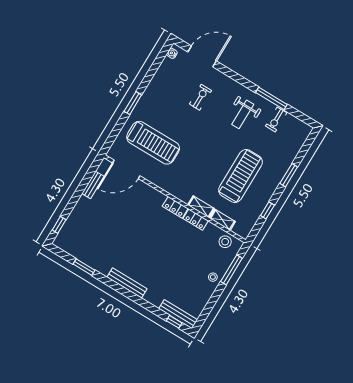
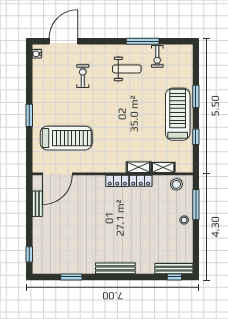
weight bench: (243, 114) -> (127, 69), turned -90
treadmill: (241, 176) -> (178, 114), moved

